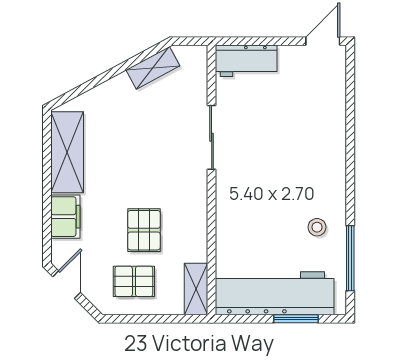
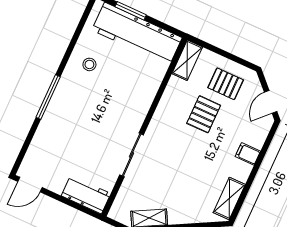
shelving: (67, 152) -> (229, 199), width x0.67, depth x0.75
filing cabinet: (65, 217) -> (248, 154), width x0.50
window: (350, 258) -> (48, 97), moved

